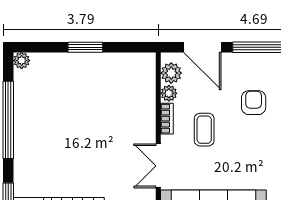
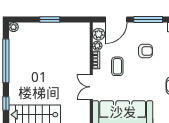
door: (202, 47) -> (116, 19), hinge flipped
armchair: (254, 103) -> (145, 51), turned 90

